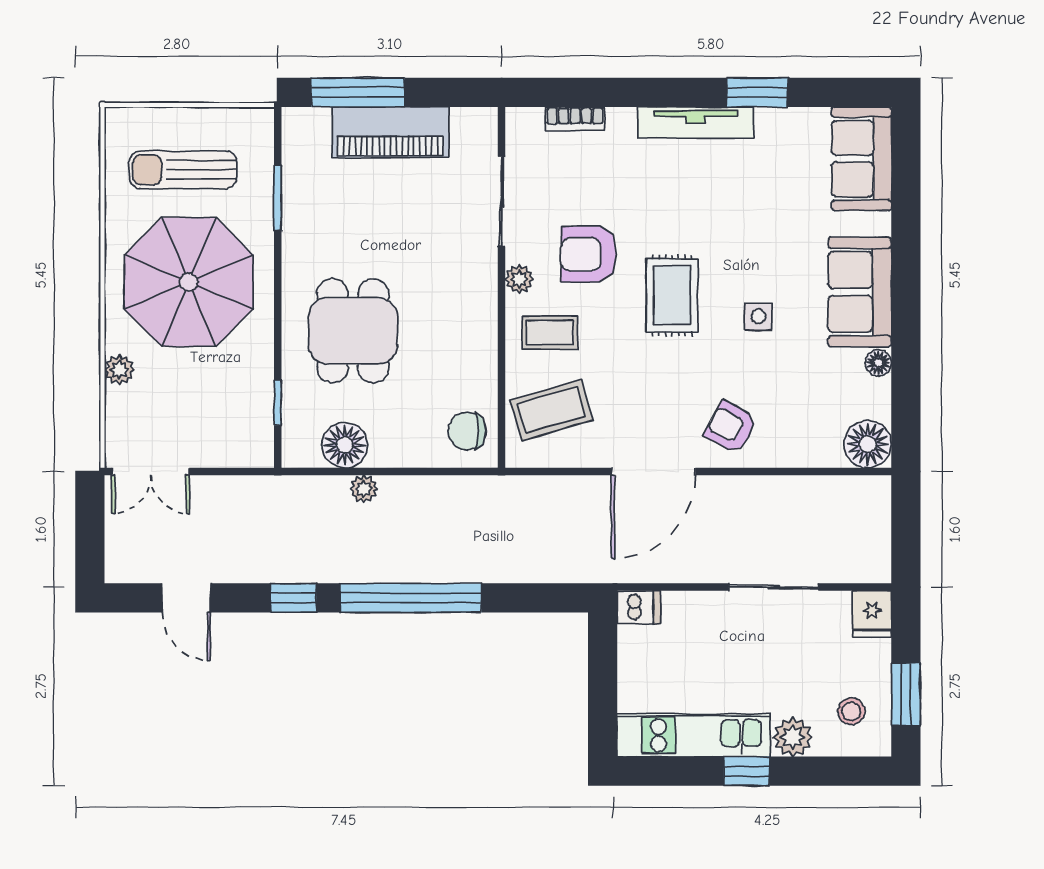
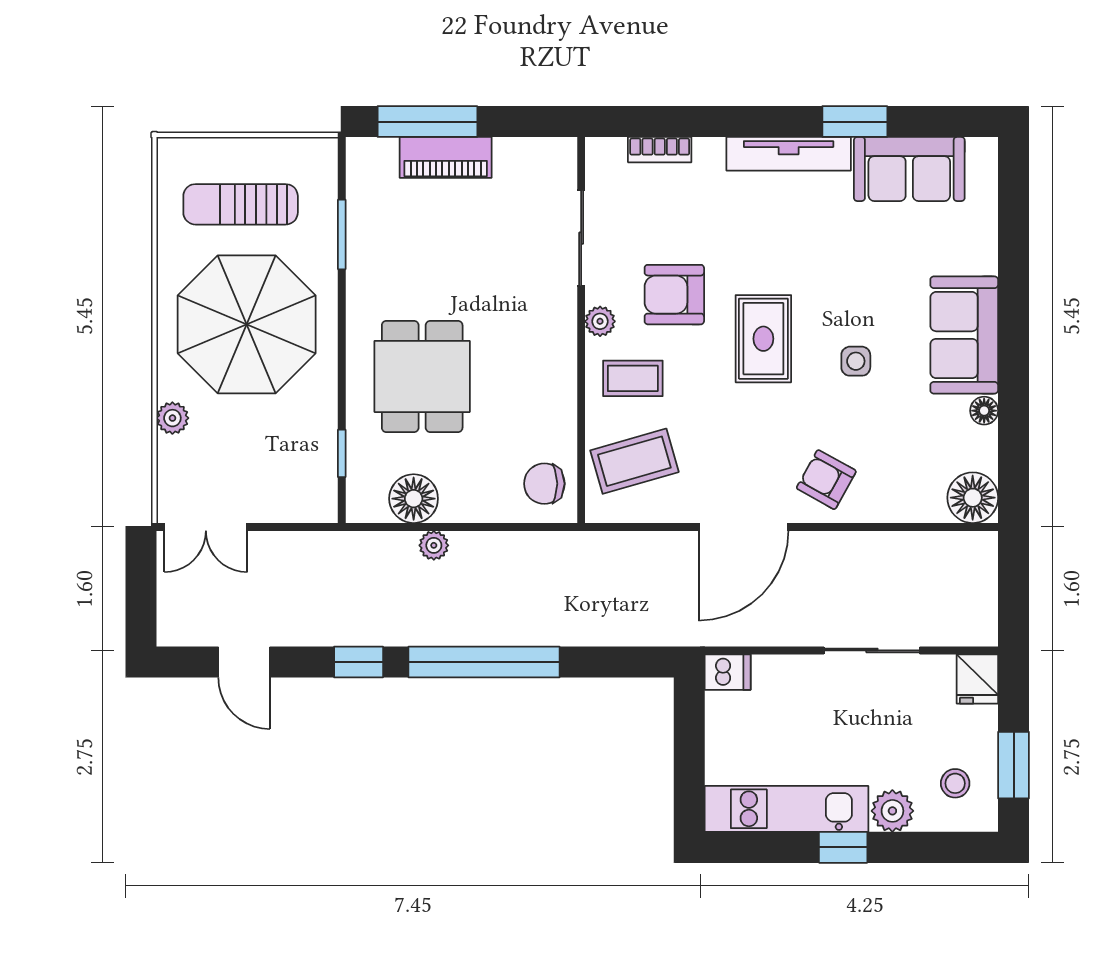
piano: (391, 132) -> (446, 157), width x0.73, depth x0.75
sofa: (862, 159) -> (909, 169), moved, turned -90

